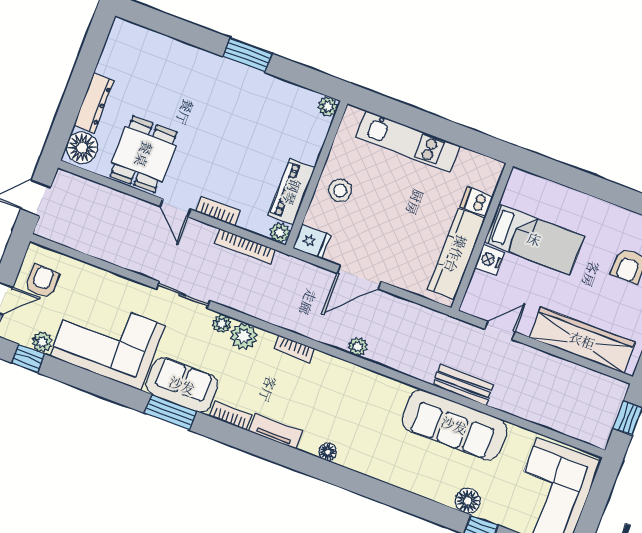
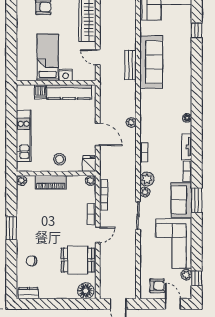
chair: (174, 69) -> (31, 261), added
dresser: (94, 103) -> (28, 293), moved, width x0.70
piano: (292, 192) -> (51, 182), moved
armchair: (42, 281) -> (157, 286), turned 180
floor lamp: (468, 501) -> (185, 42), removed

